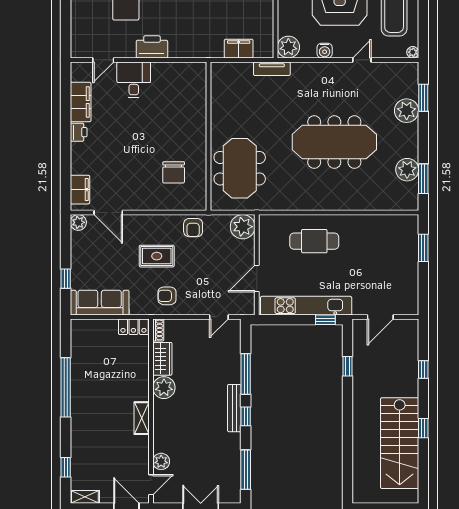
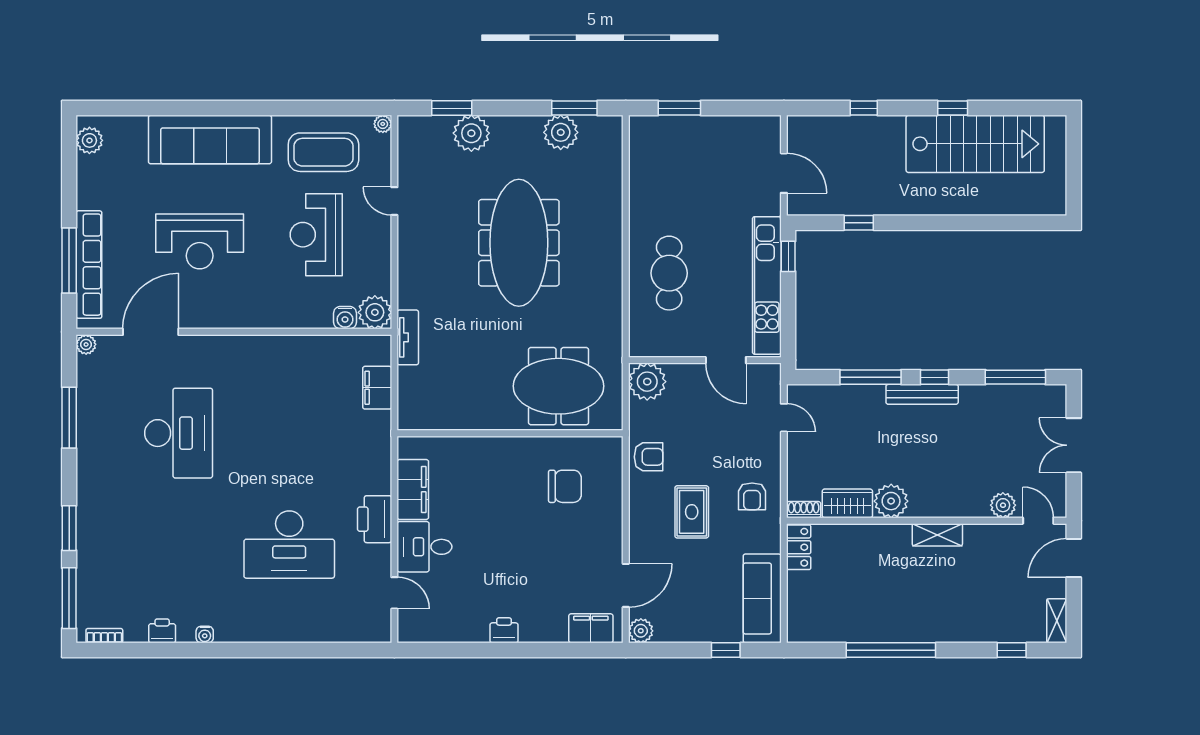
water cooler: (325, 51) -> (345, 318), moved, turned 90
filing cabinet: (81, 102) -> (413, 489), moved, turned 90

